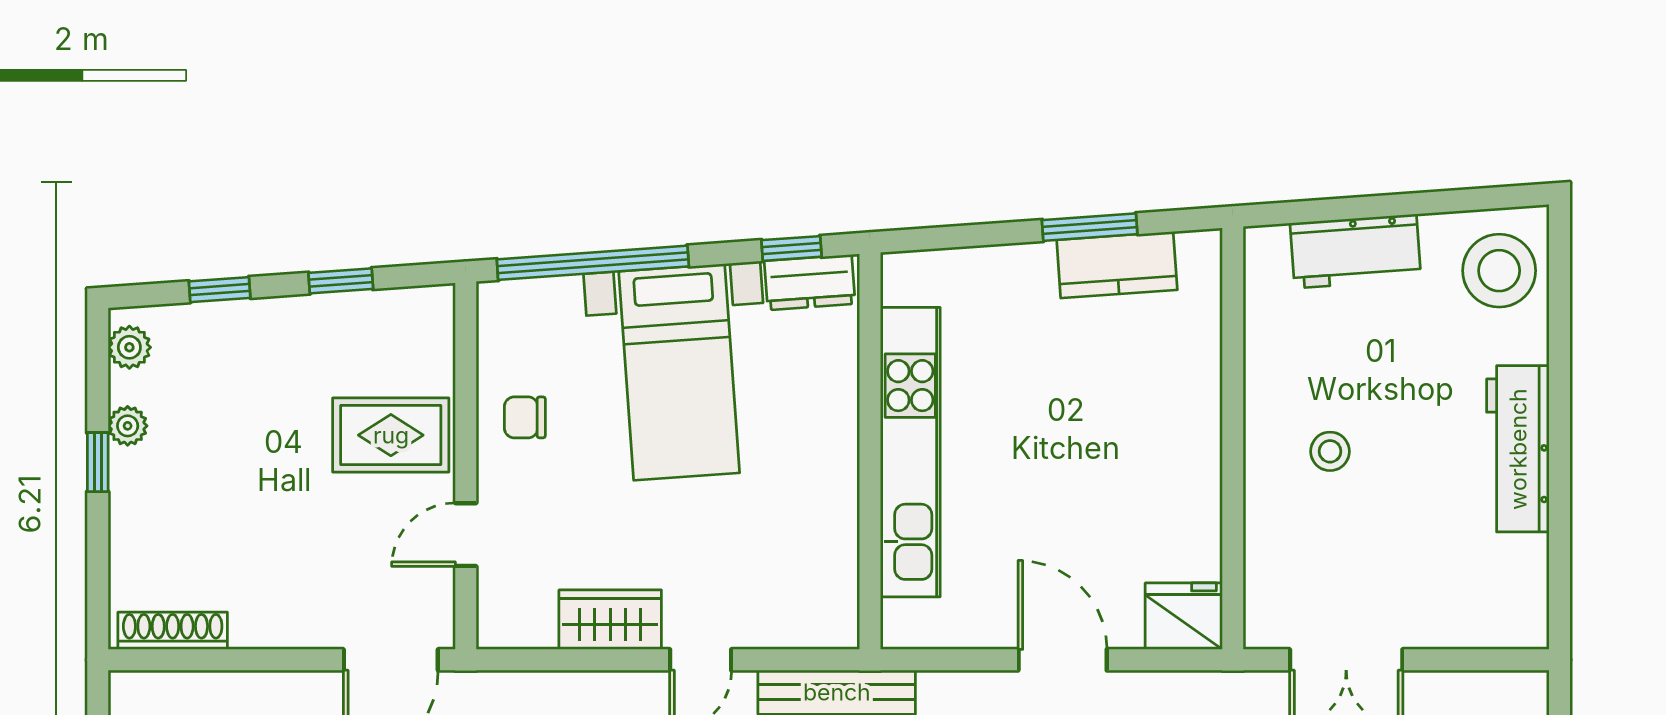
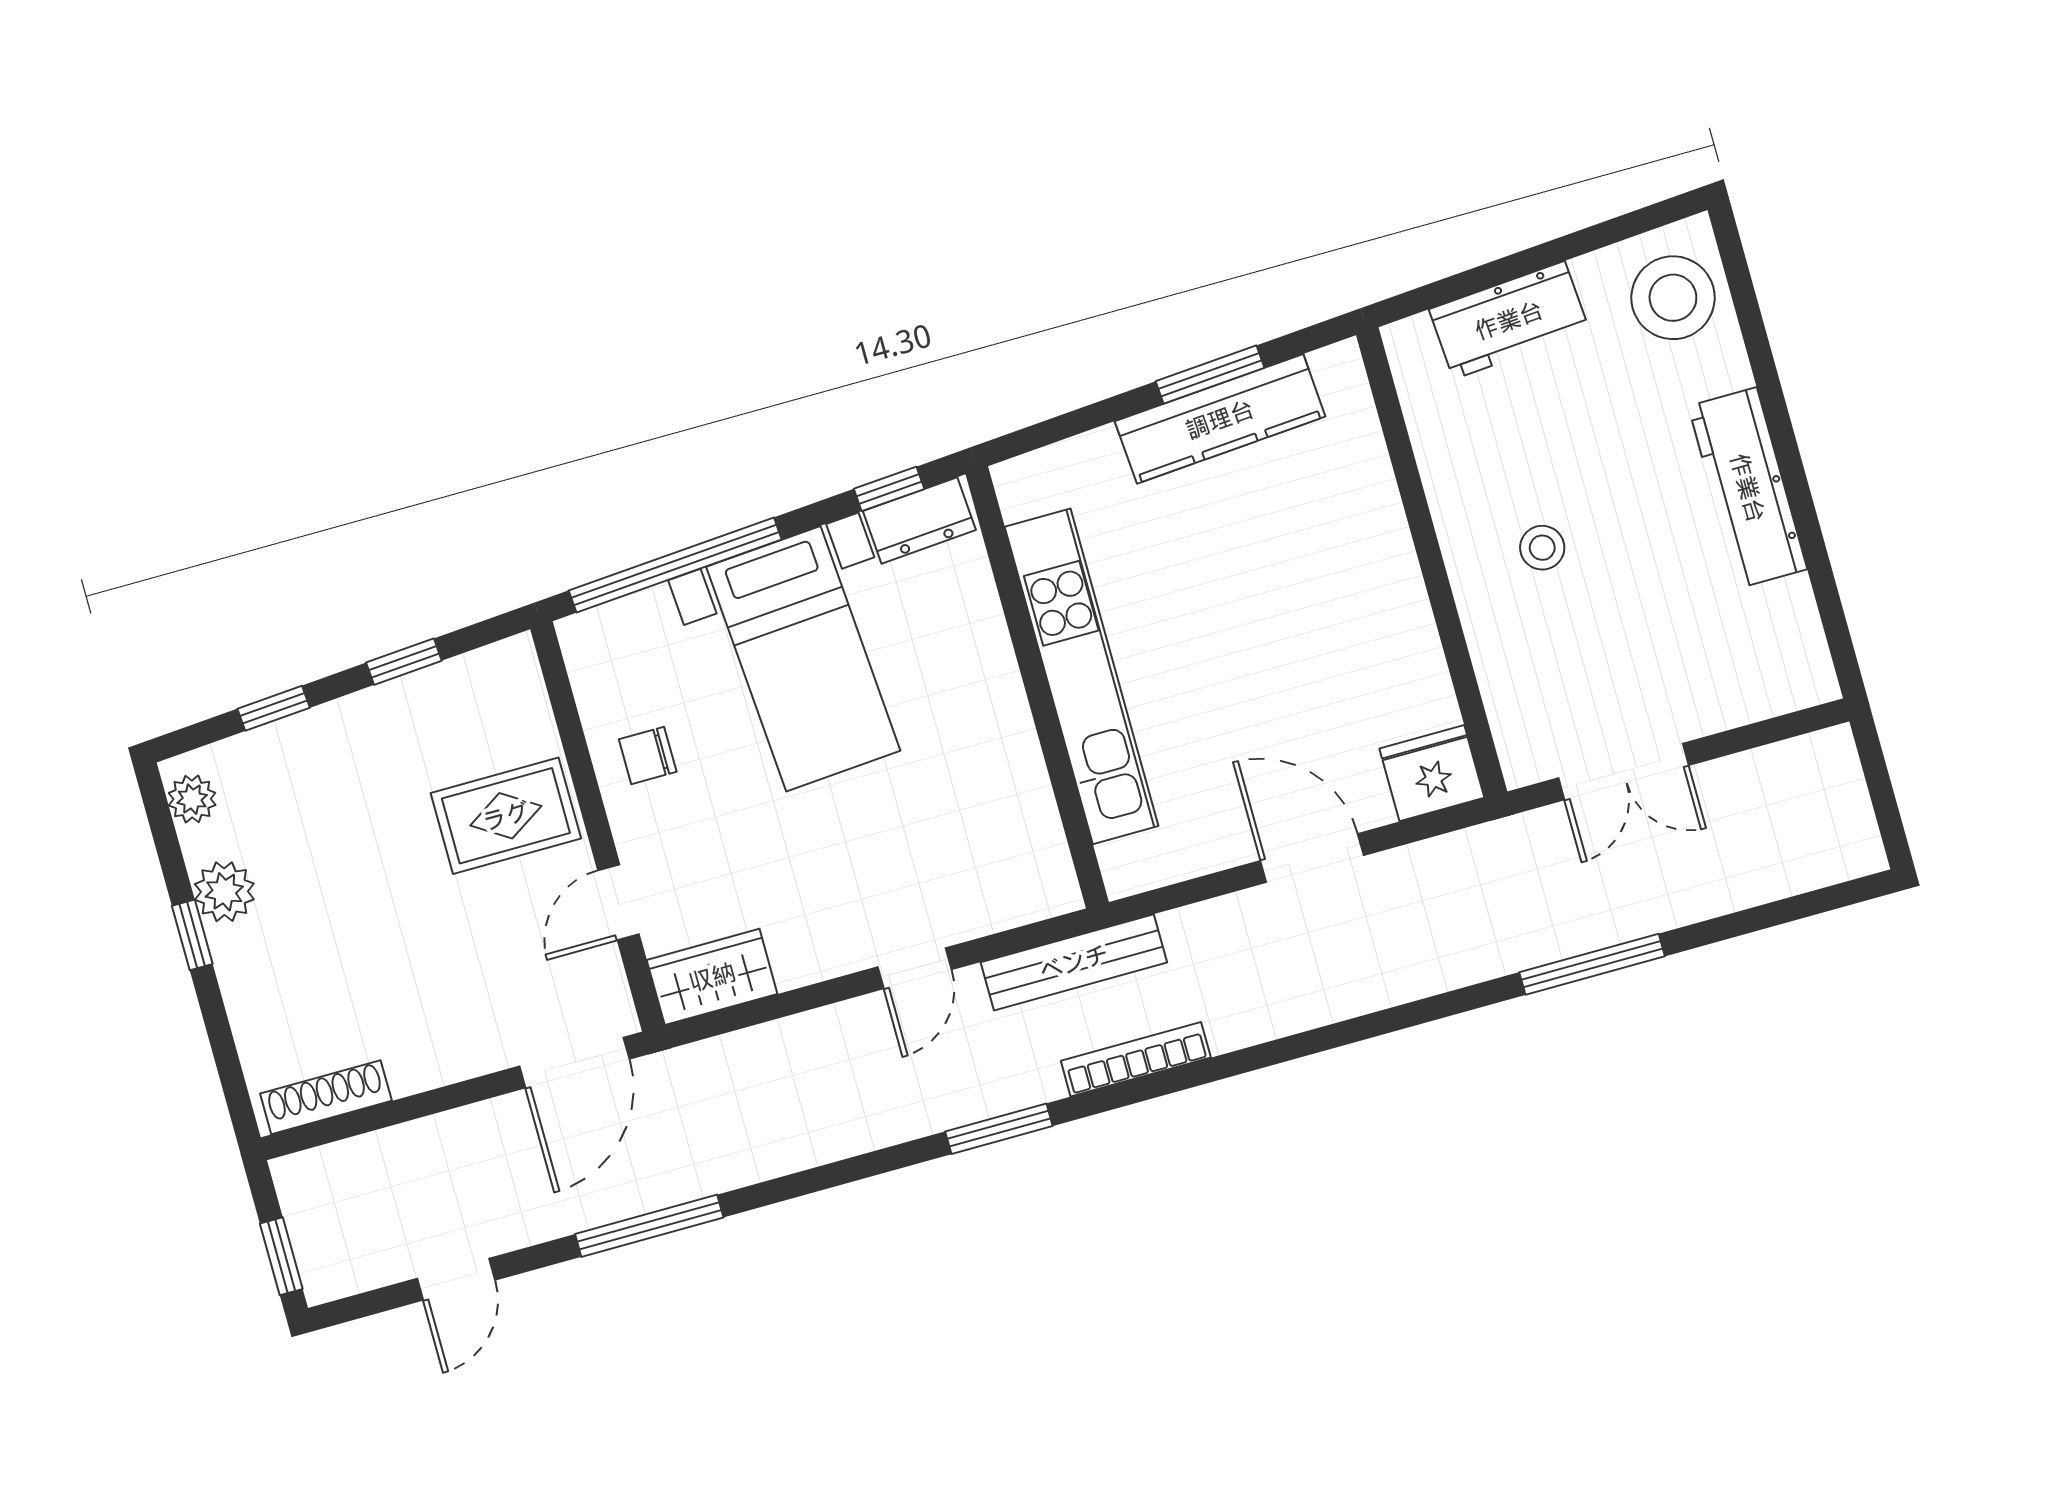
kitchen counter: (1117, 265) -> (1220, 419), width x1.50
plant: (128, 426) -> (224, 892), width x1.38, depth x1.38
wardrobe: (610, 620) -> (712, 977), moved

